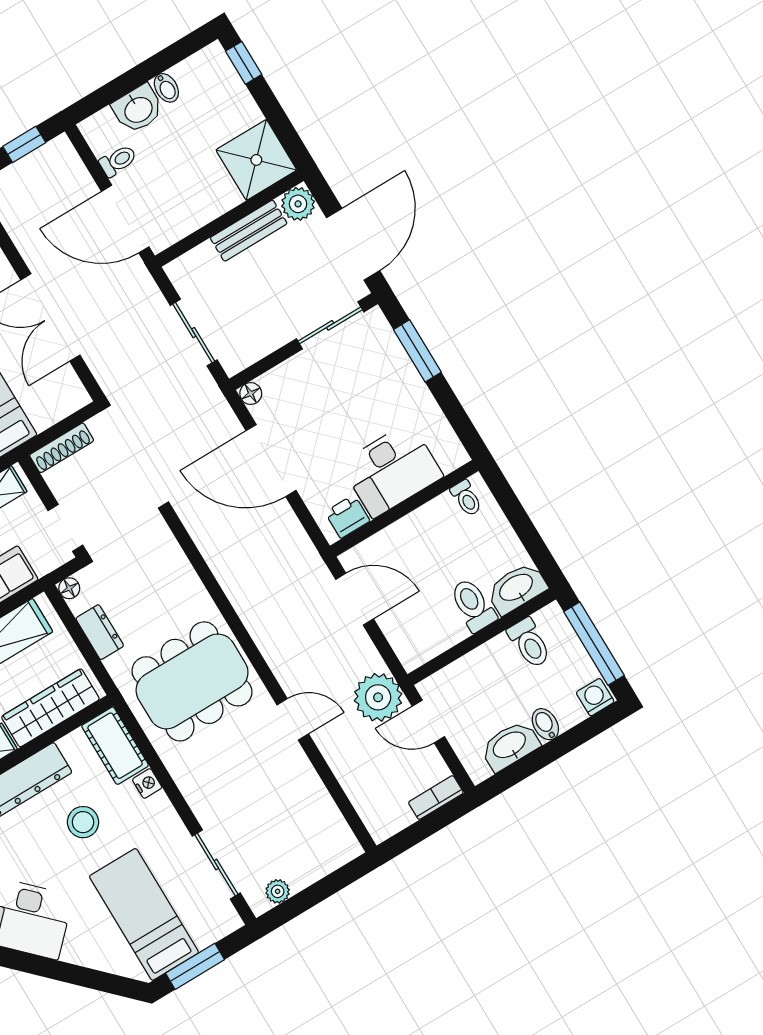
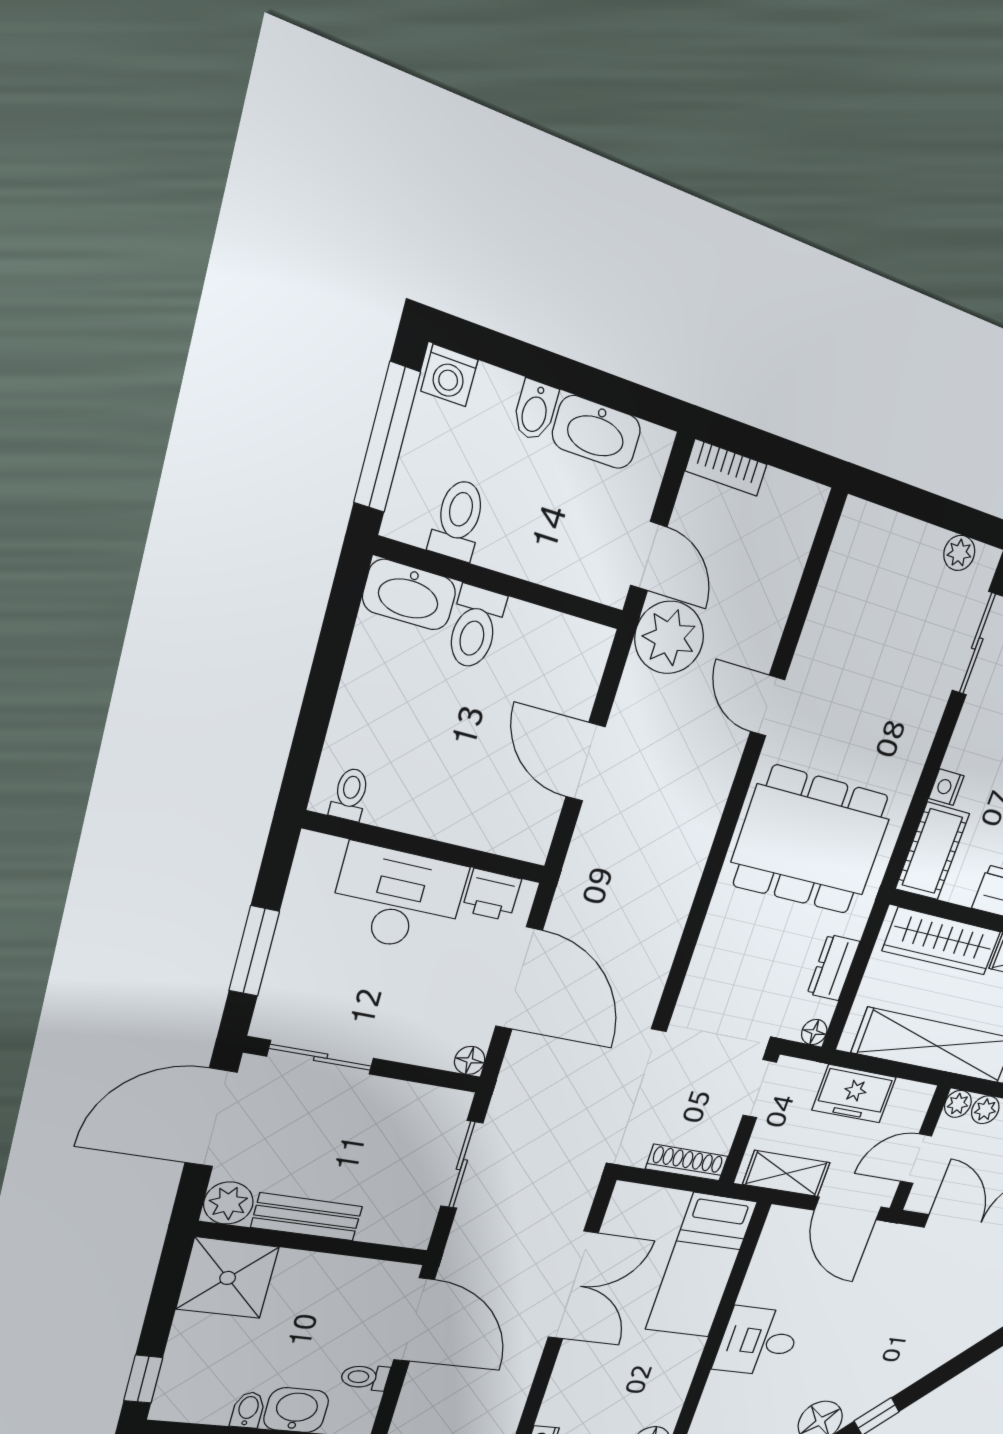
desk: (392, 470) -> (398, 899), moved
toilet: (466, 498) -> (350, 794), moved
wall: (404, 508) -> (426, 848), moved
printer: (347, 517) -> (492, 895), moved

